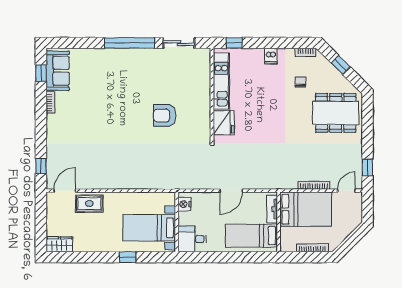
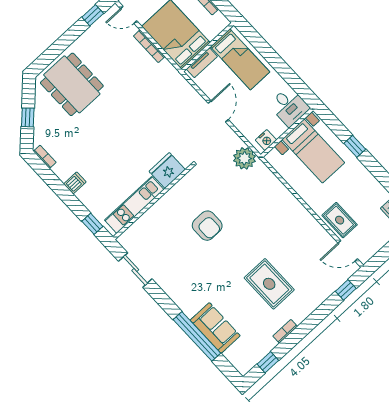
window: (129, 43) -> (197, 336), moved
sofa: (58, 71) -> (215, 328), moved, turned 90
chair: (300, 82) -> (73, 138), removed
rug: (90, 121) -> (269, 284), added
plant: (185, 179) -> (244, 158), added
door: (231, 191) -> (218, 111), hinge flipped

